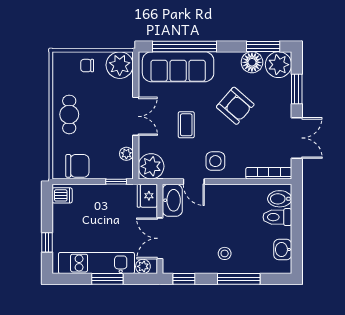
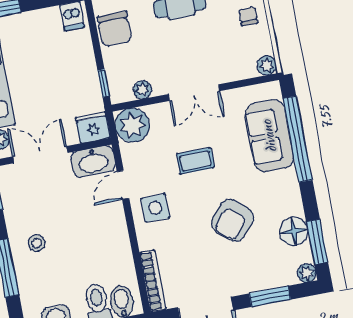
plant: (120, 65) -> (267, 66), width x0.53, depth x0.53
plant: (278, 65) -> (307, 273), width x0.53, depth x0.53
sofa: (178, 67) -> (269, 136), width x0.73

